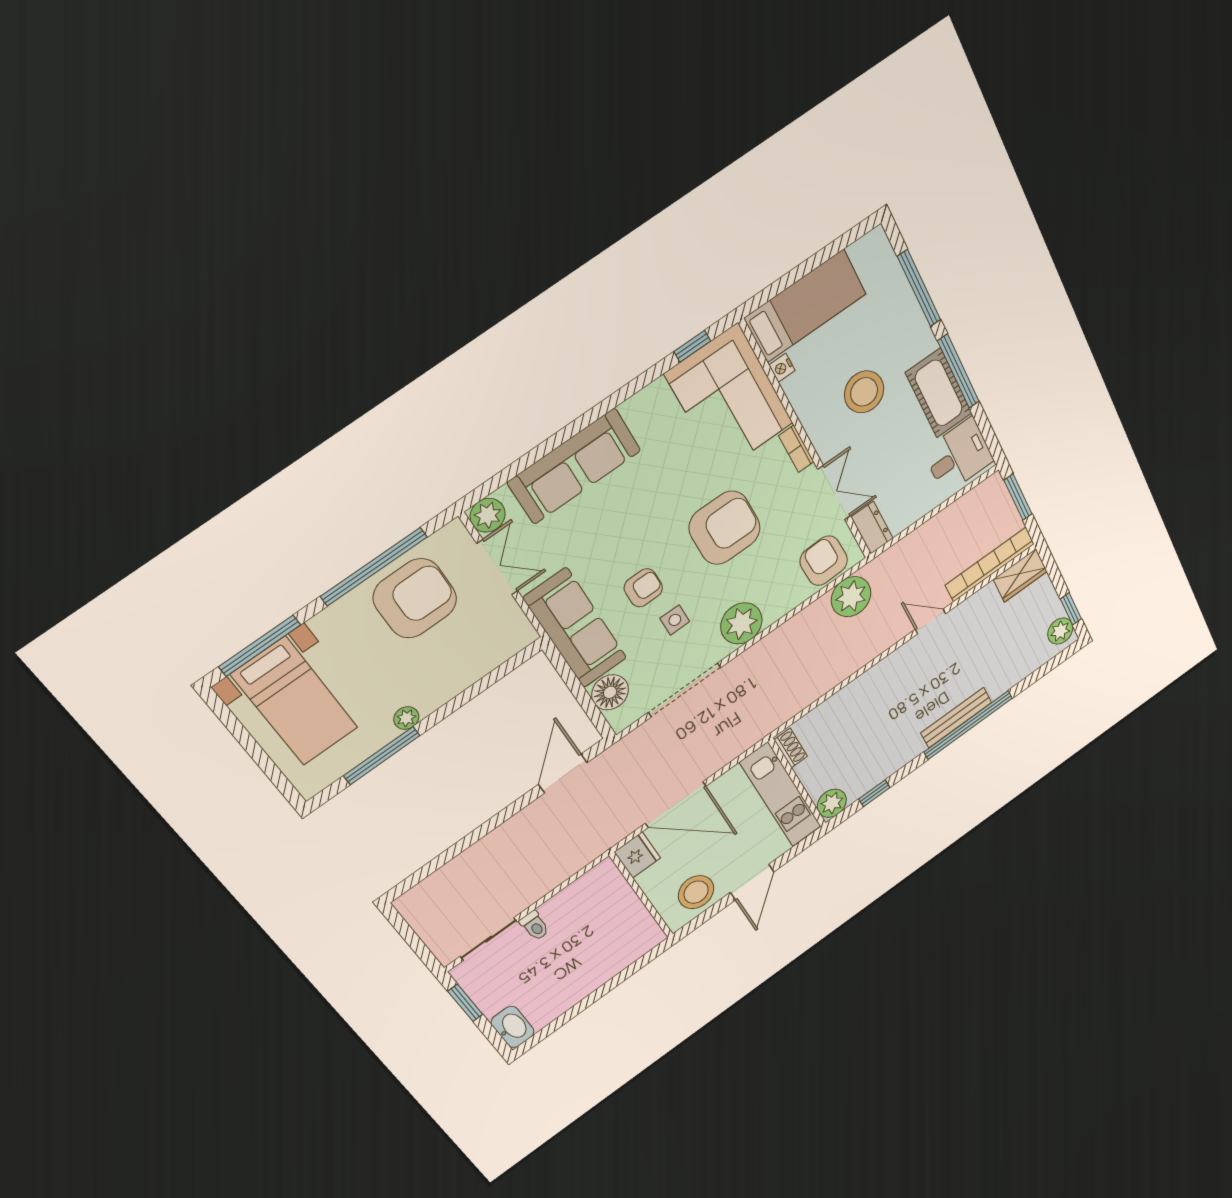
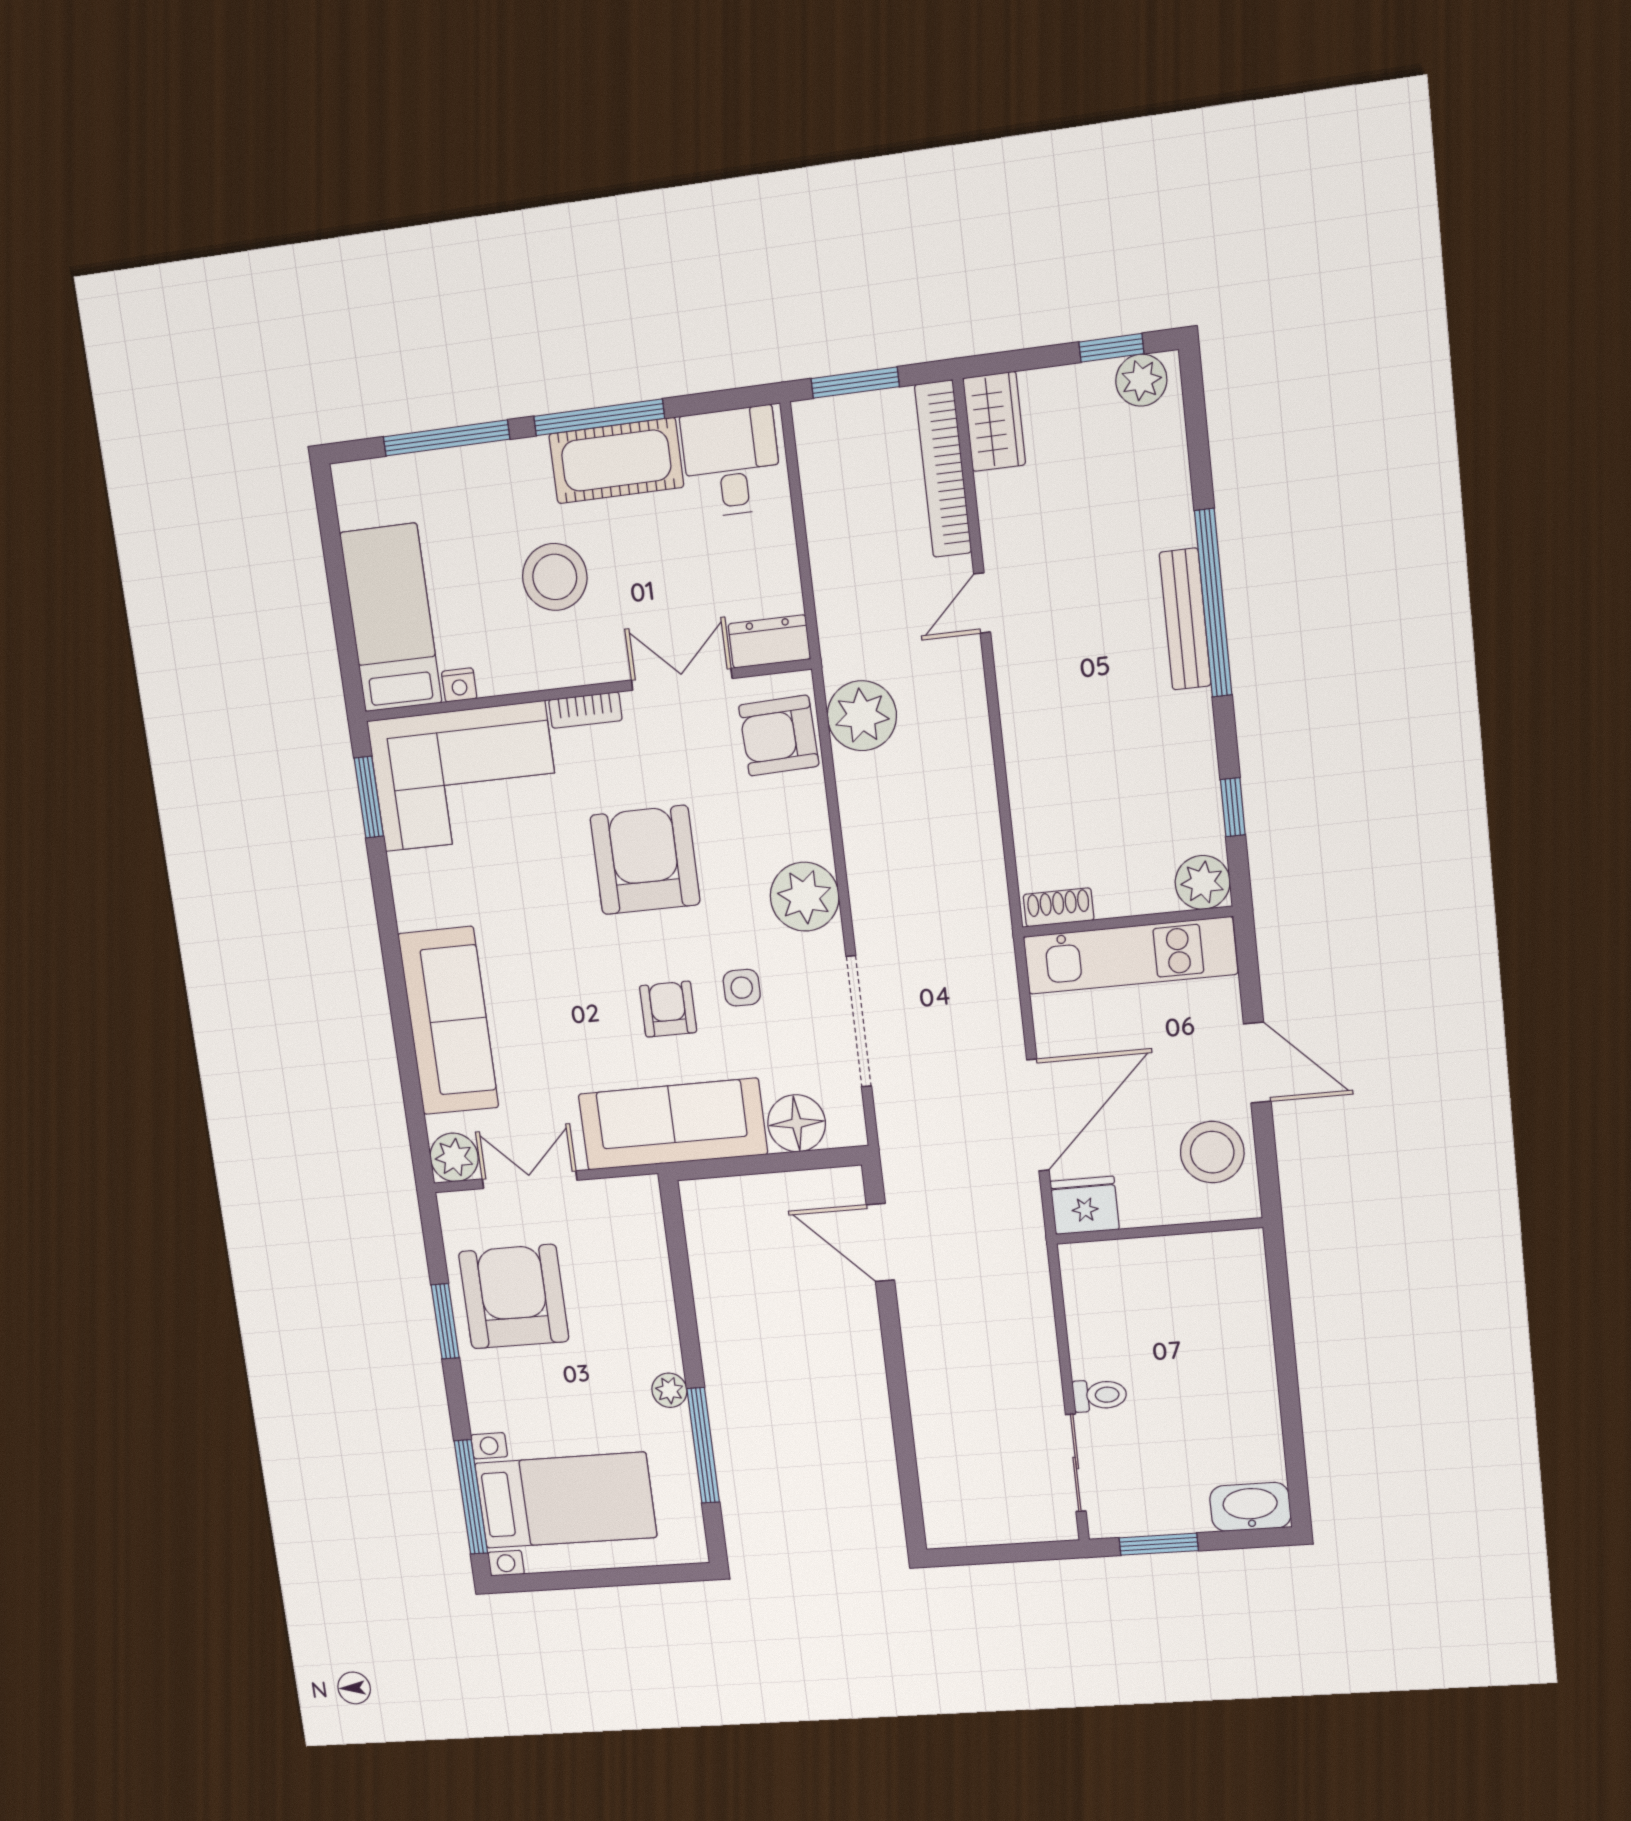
window: (692, 346) -> (369, 797), width x1.50
window: (374, 567) -> (445, 1321), width x0.47

